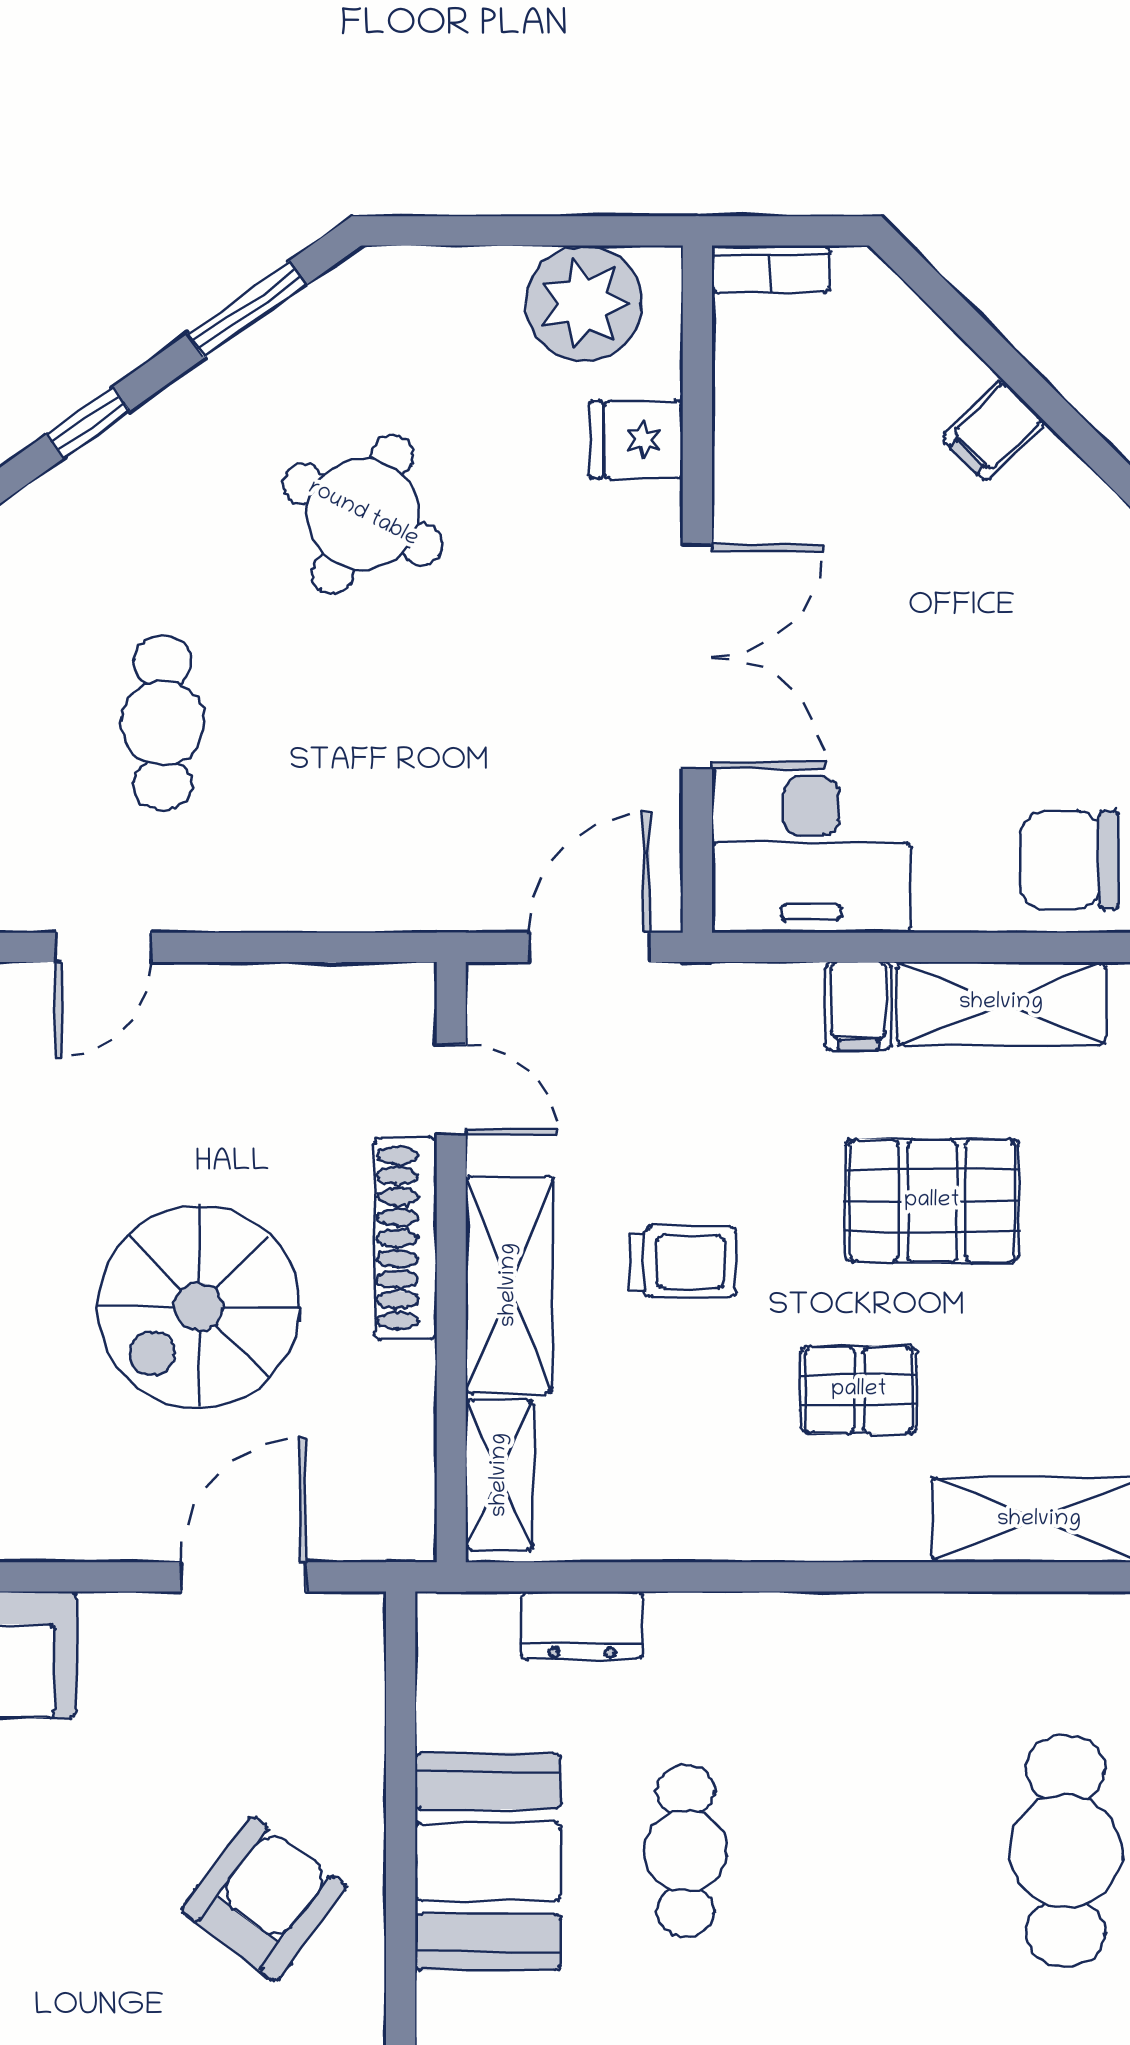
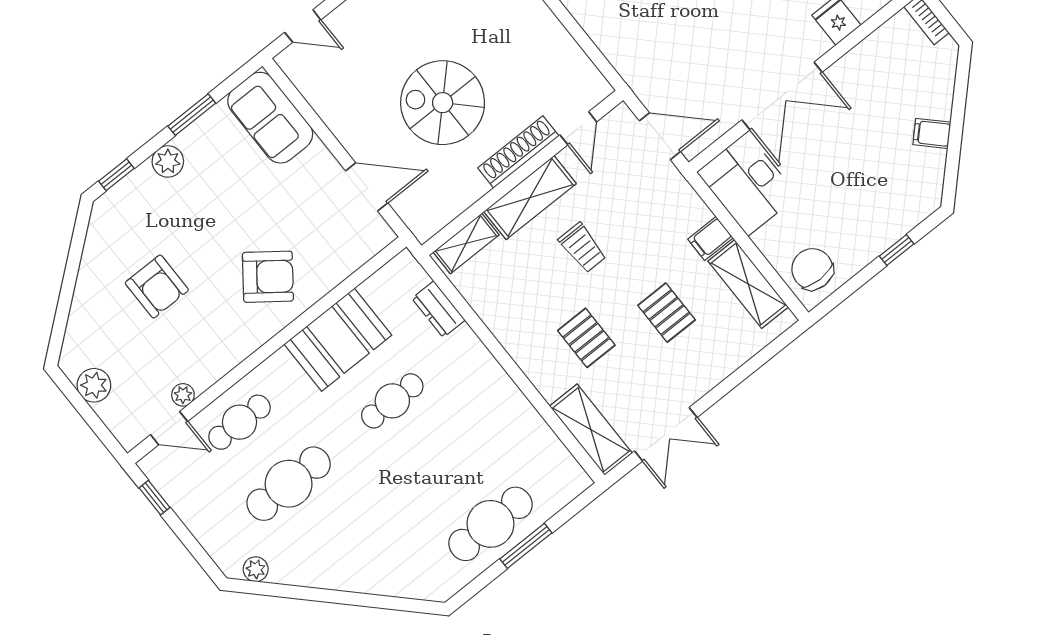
pallet: (932, 1201) -> (667, 313), width x0.67, depth x0.71

